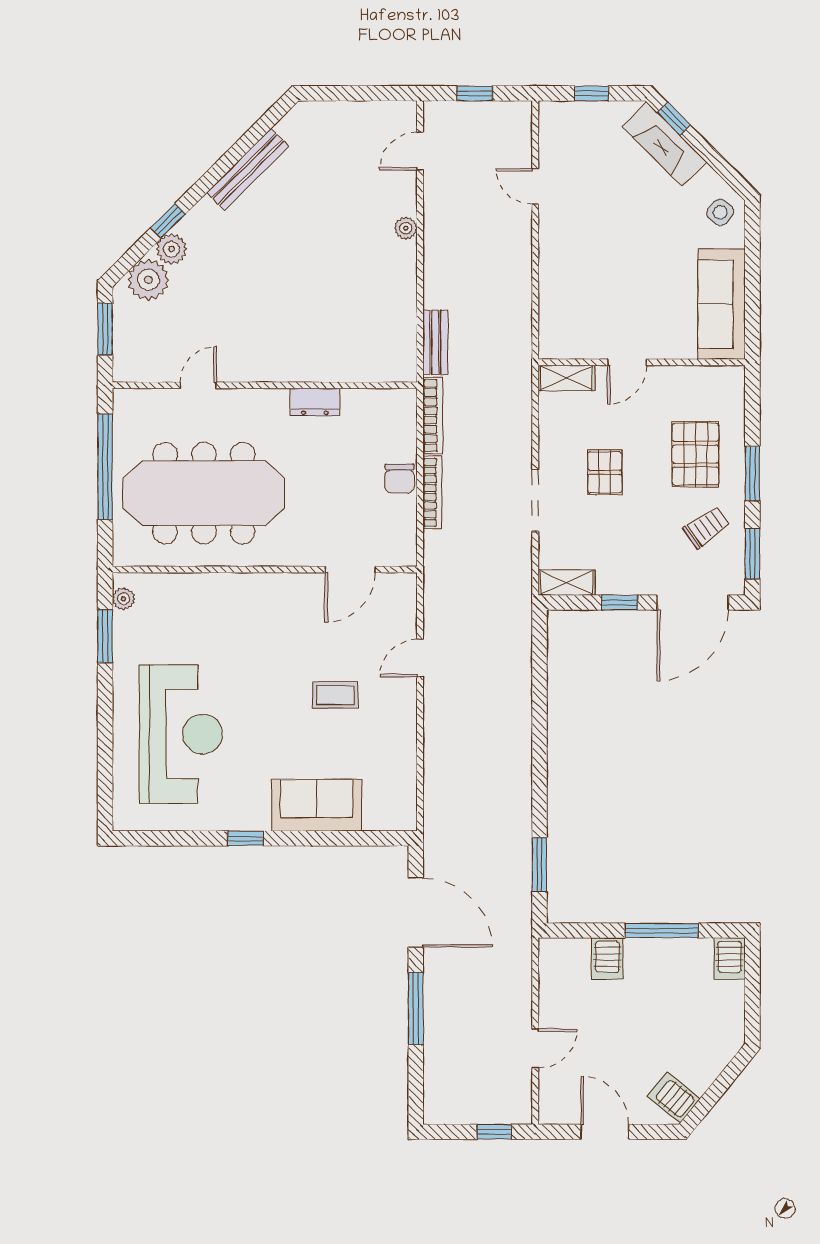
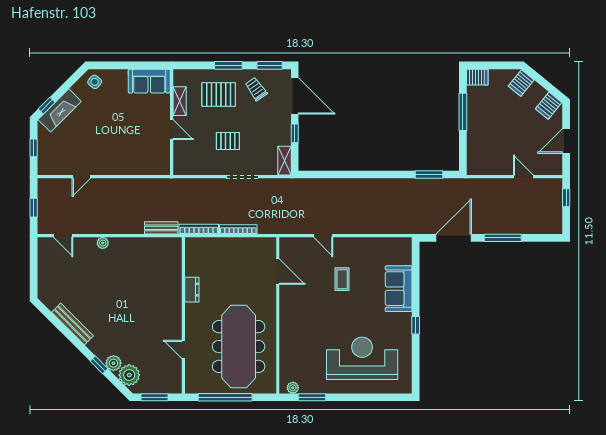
sofa: (722, 304) -> (149, 81), width x0.73
shelving: (566, 378) -> (180, 101), moved
chair: (400, 479) -> (231, 246), removed
server rack: (607, 958) -> (521, 83), moved, turned 129

